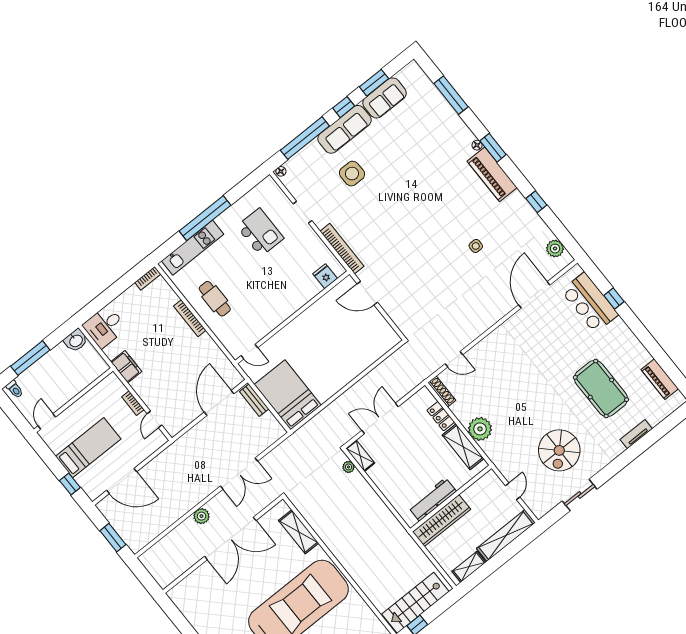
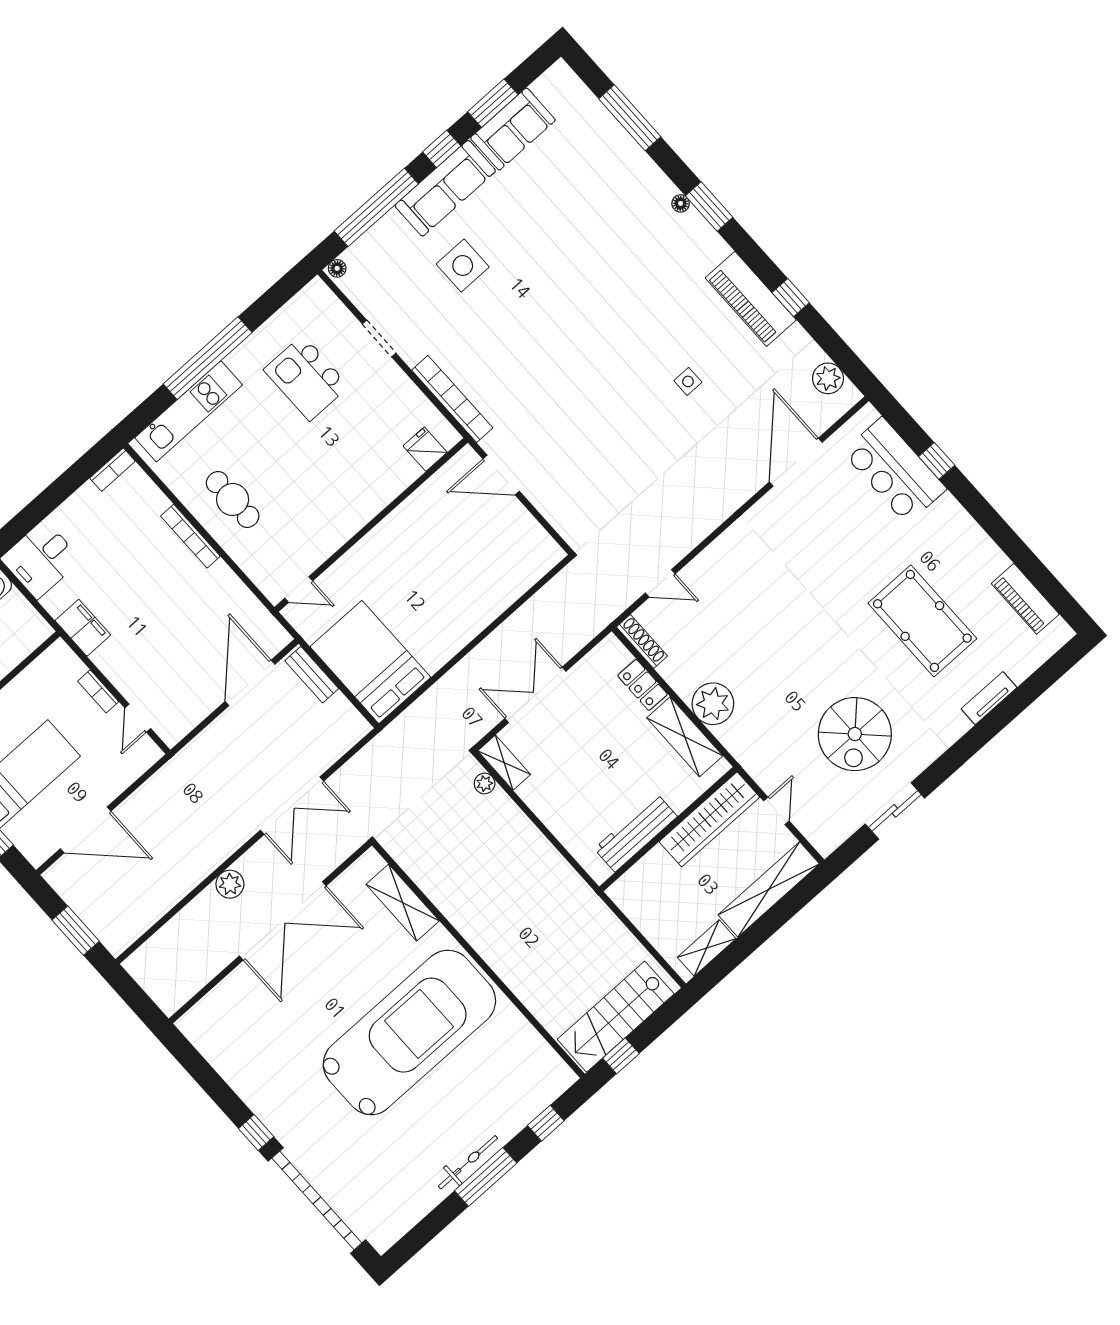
piano: (492, 174) -> (751, 299), moved
kitchen island: (260, 232) -> (306, 378), turned 180
wardrobe: (442, 521) -> (709, 819), moved

